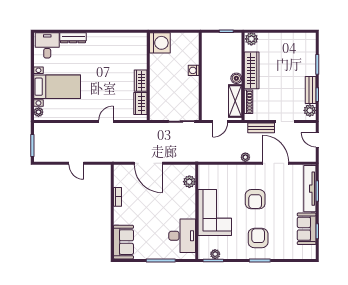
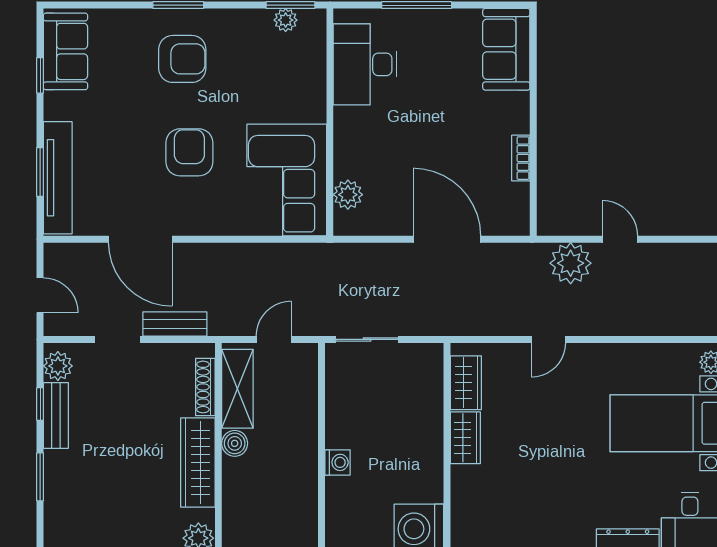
plant: (245, 157) -> (571, 263), moved, width x1.88, depth x1.88
corner sofa: (215, 212) -> (287, 180), moved
sofa: (307, 229) -> (65, 51), moved
armchair: (258, 238) -> (182, 59), turned -90

